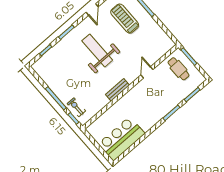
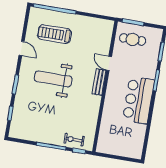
bench: (118, 90) -> (99, 82), moved
bar counter: (122, 139) -> (138, 100), moved

